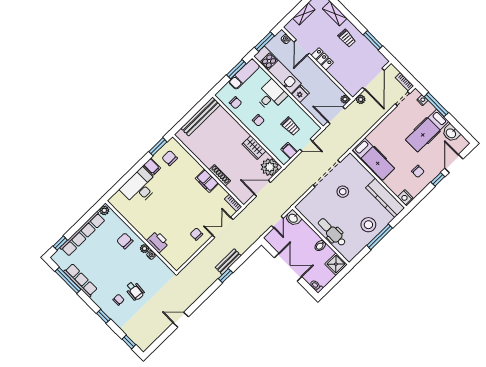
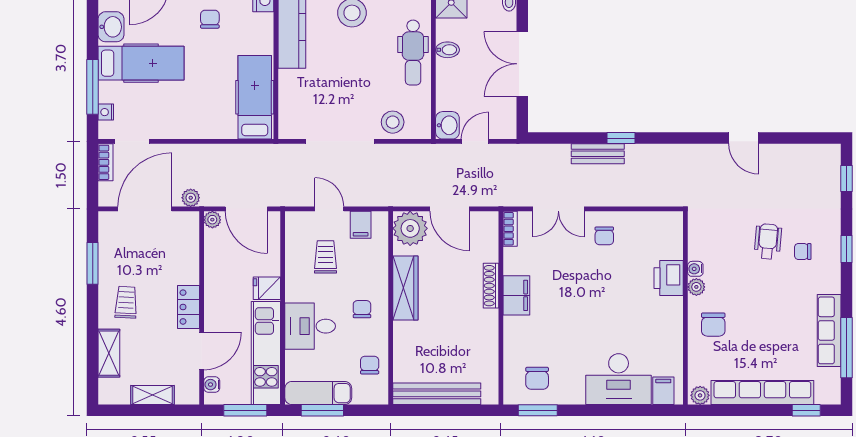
wardrobe: (254, 148) -> (405, 288), width x1.50
filing cabinet: (152, 167) -> (663, 391), moved
stool: (343, 192) -> (393, 122), moved

